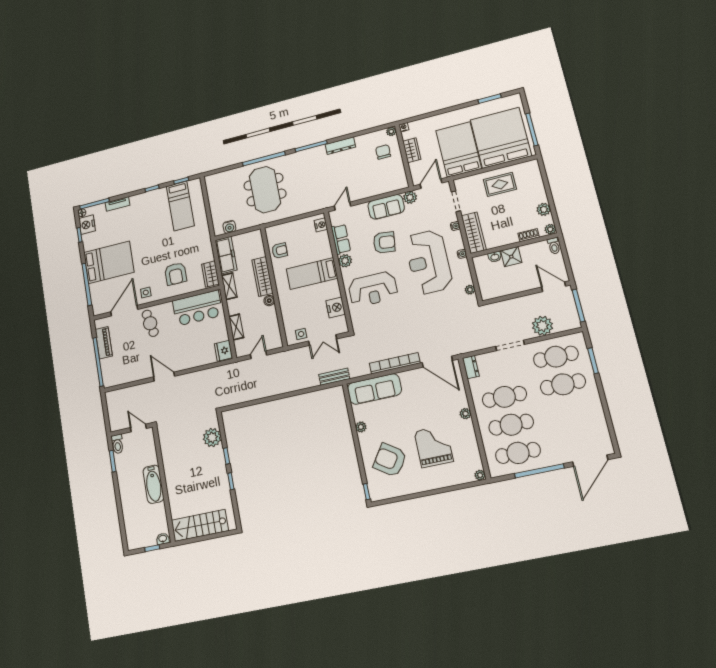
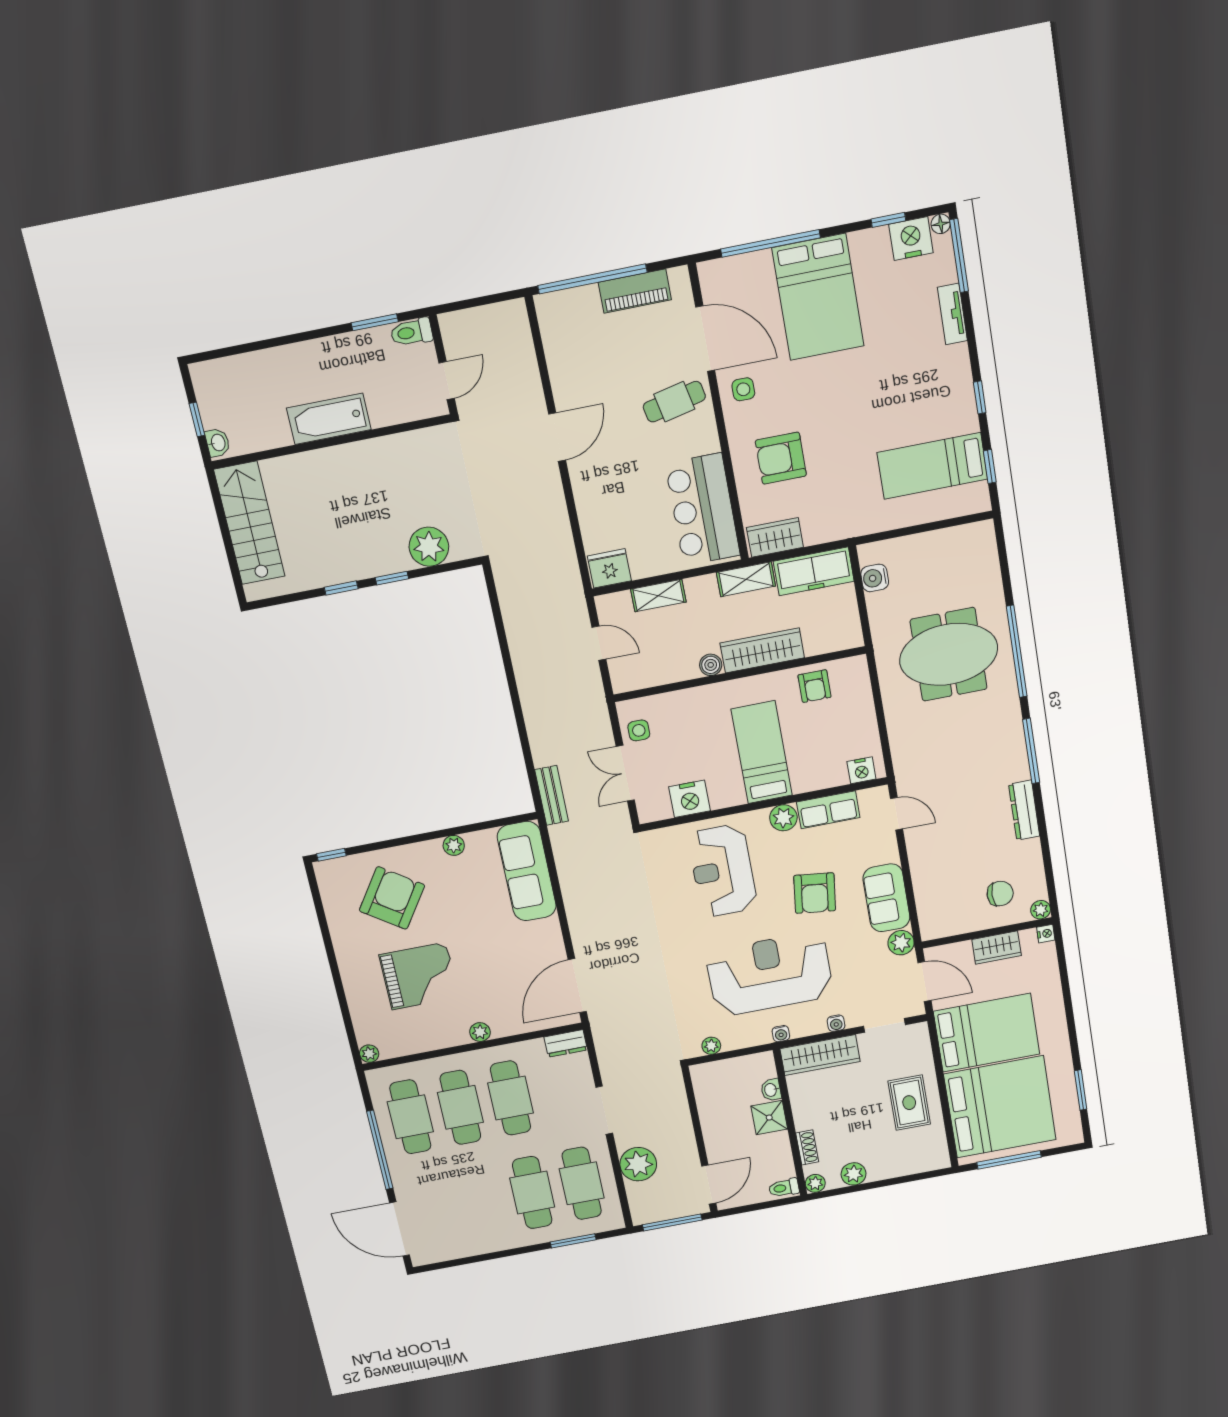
bookcase: (395, 363) -> (576, 909), removed

